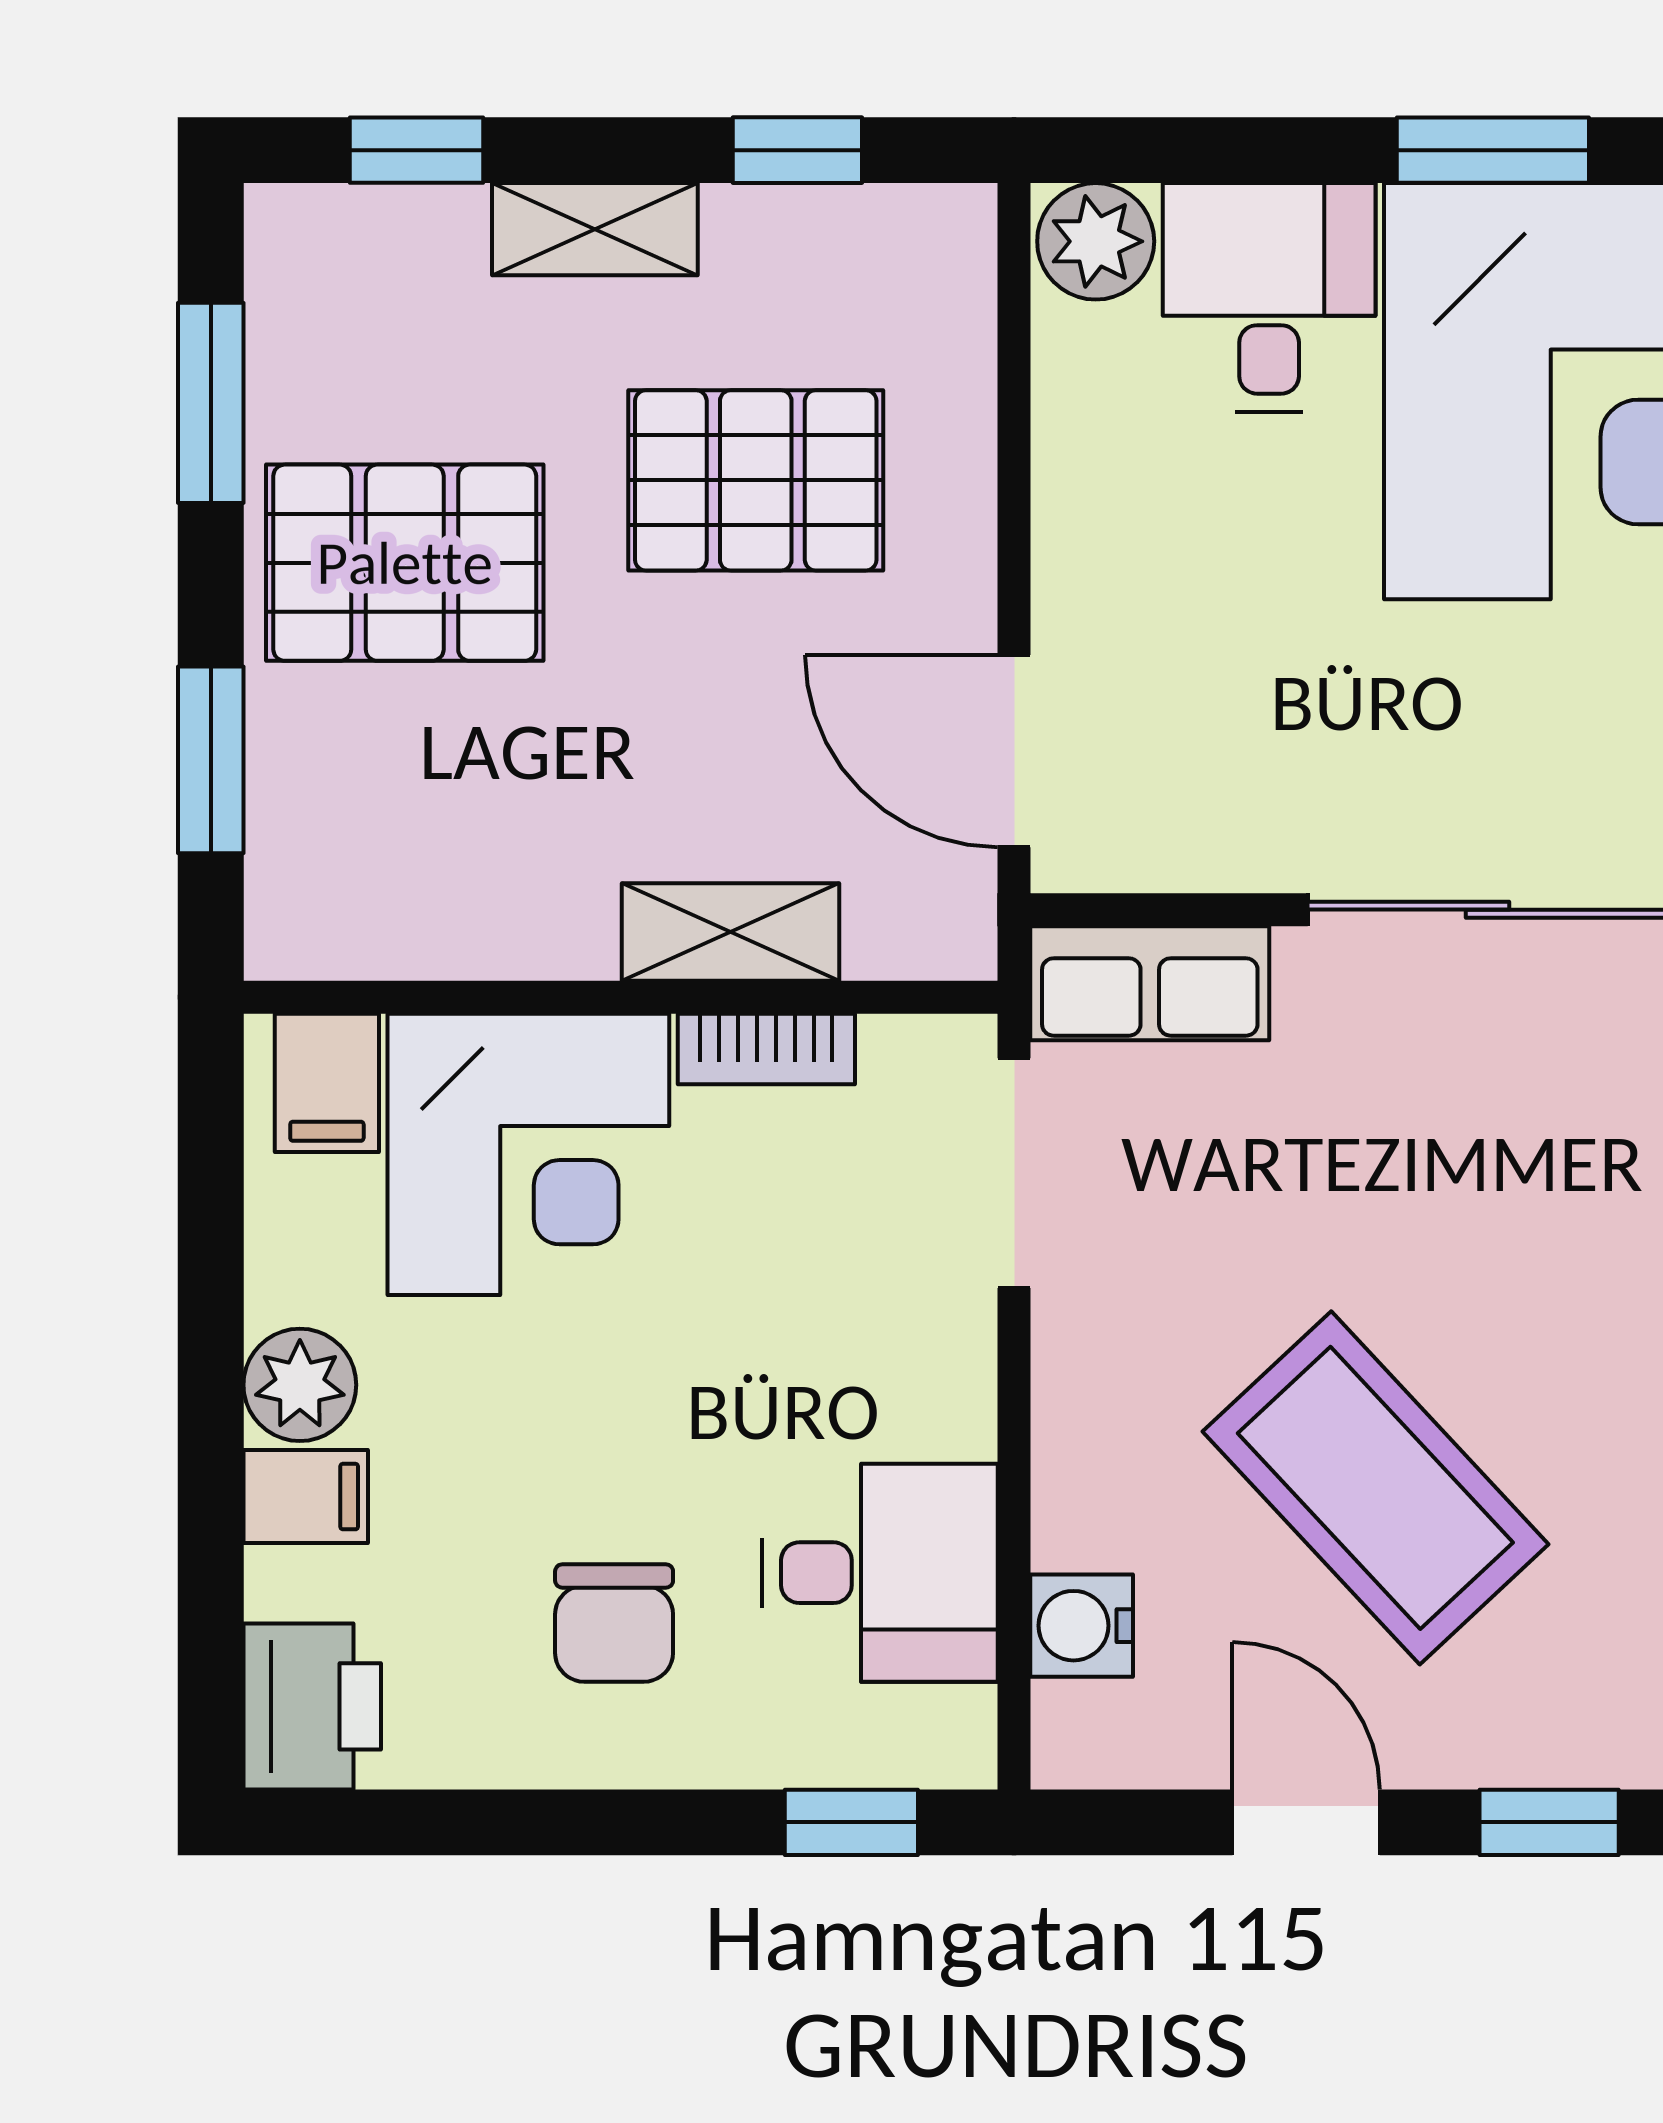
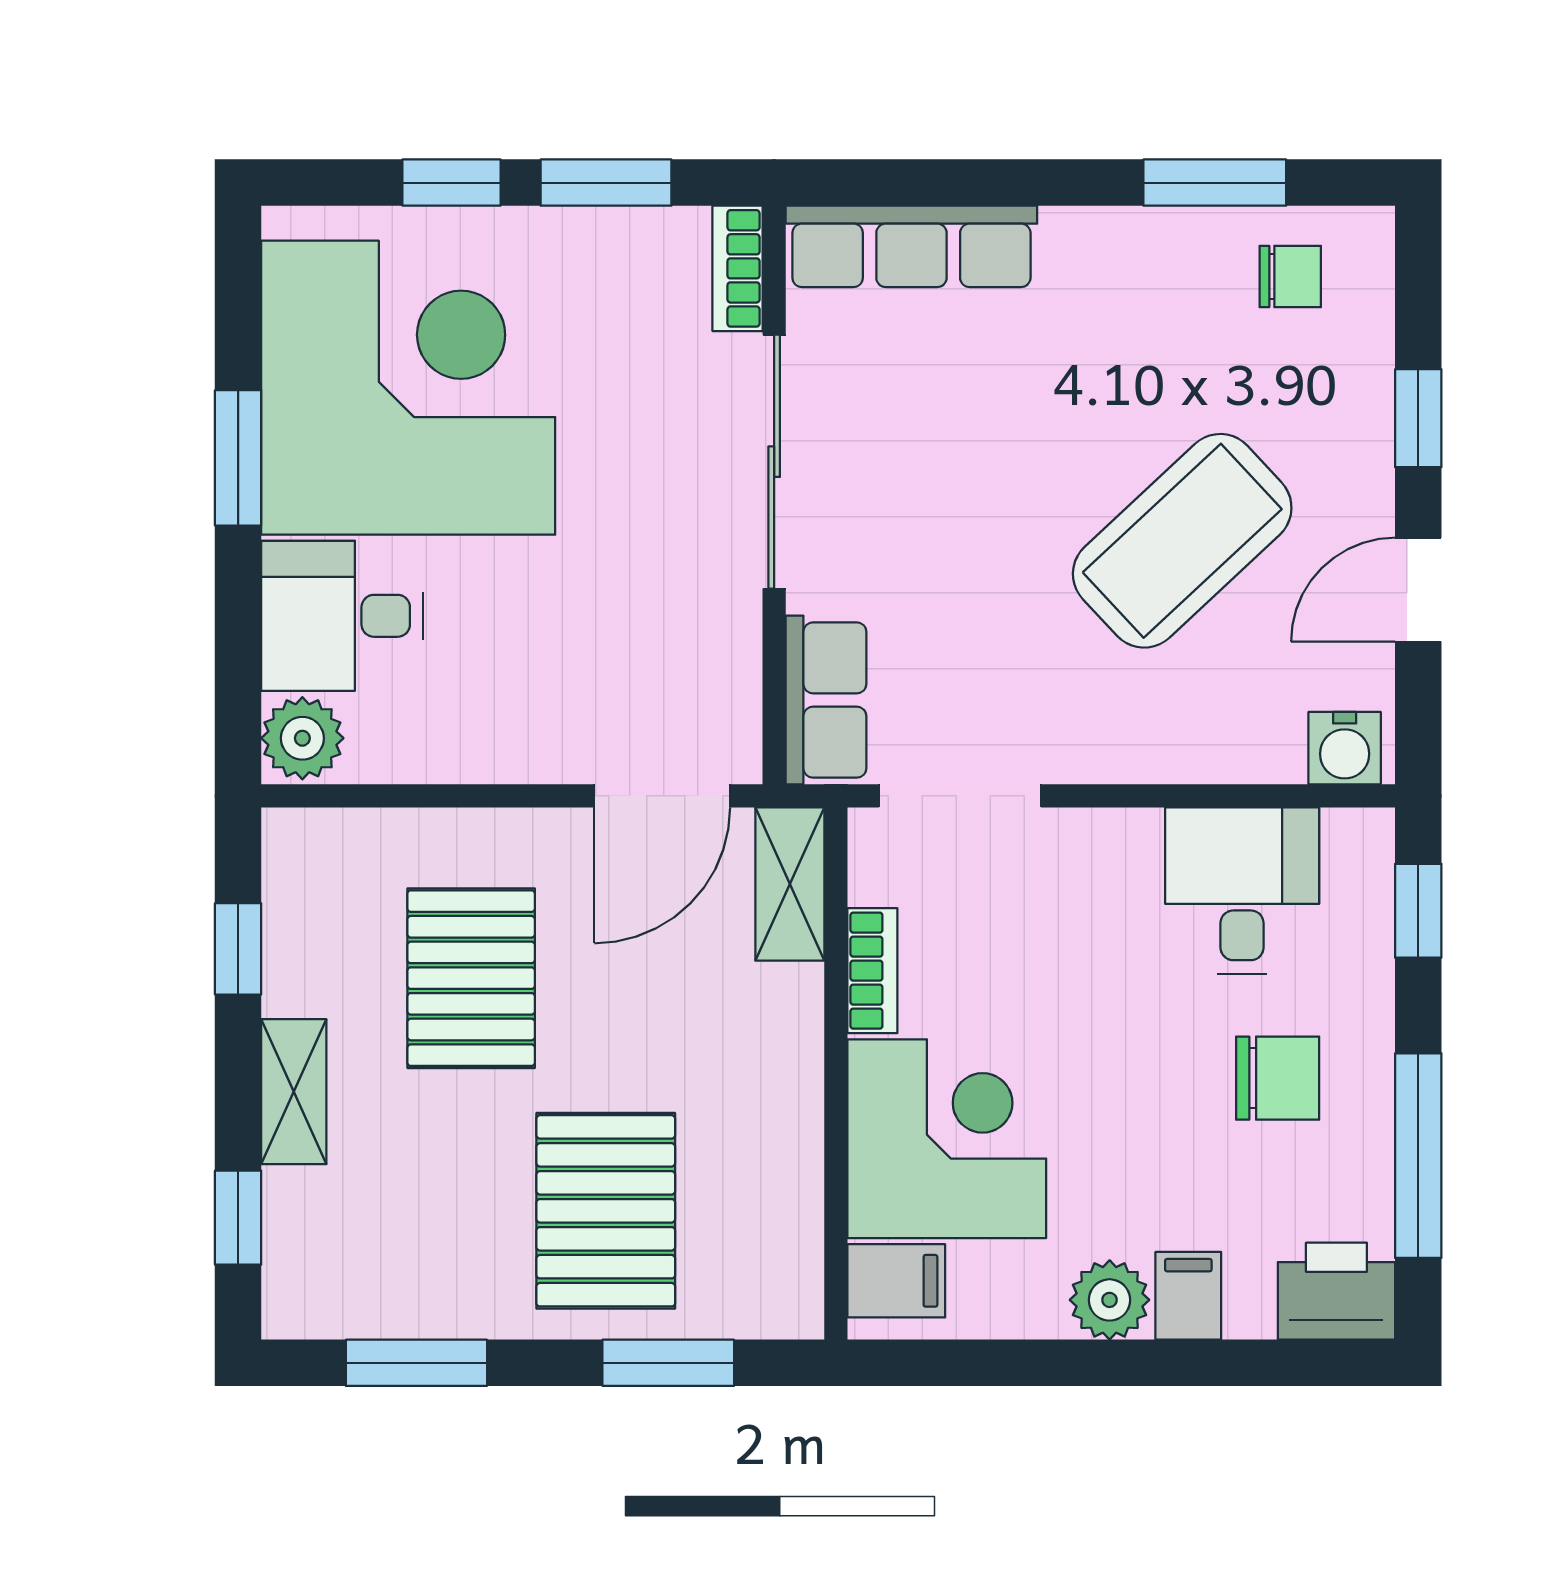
pallet: (405, 563) -> (606, 1211), moved
shelving: (731, 932) -> (790, 884), moved
water cooler: (1082, 1626) -> (1345, 748), moved
window: (504, 1822) -> (1418, 1156), added

